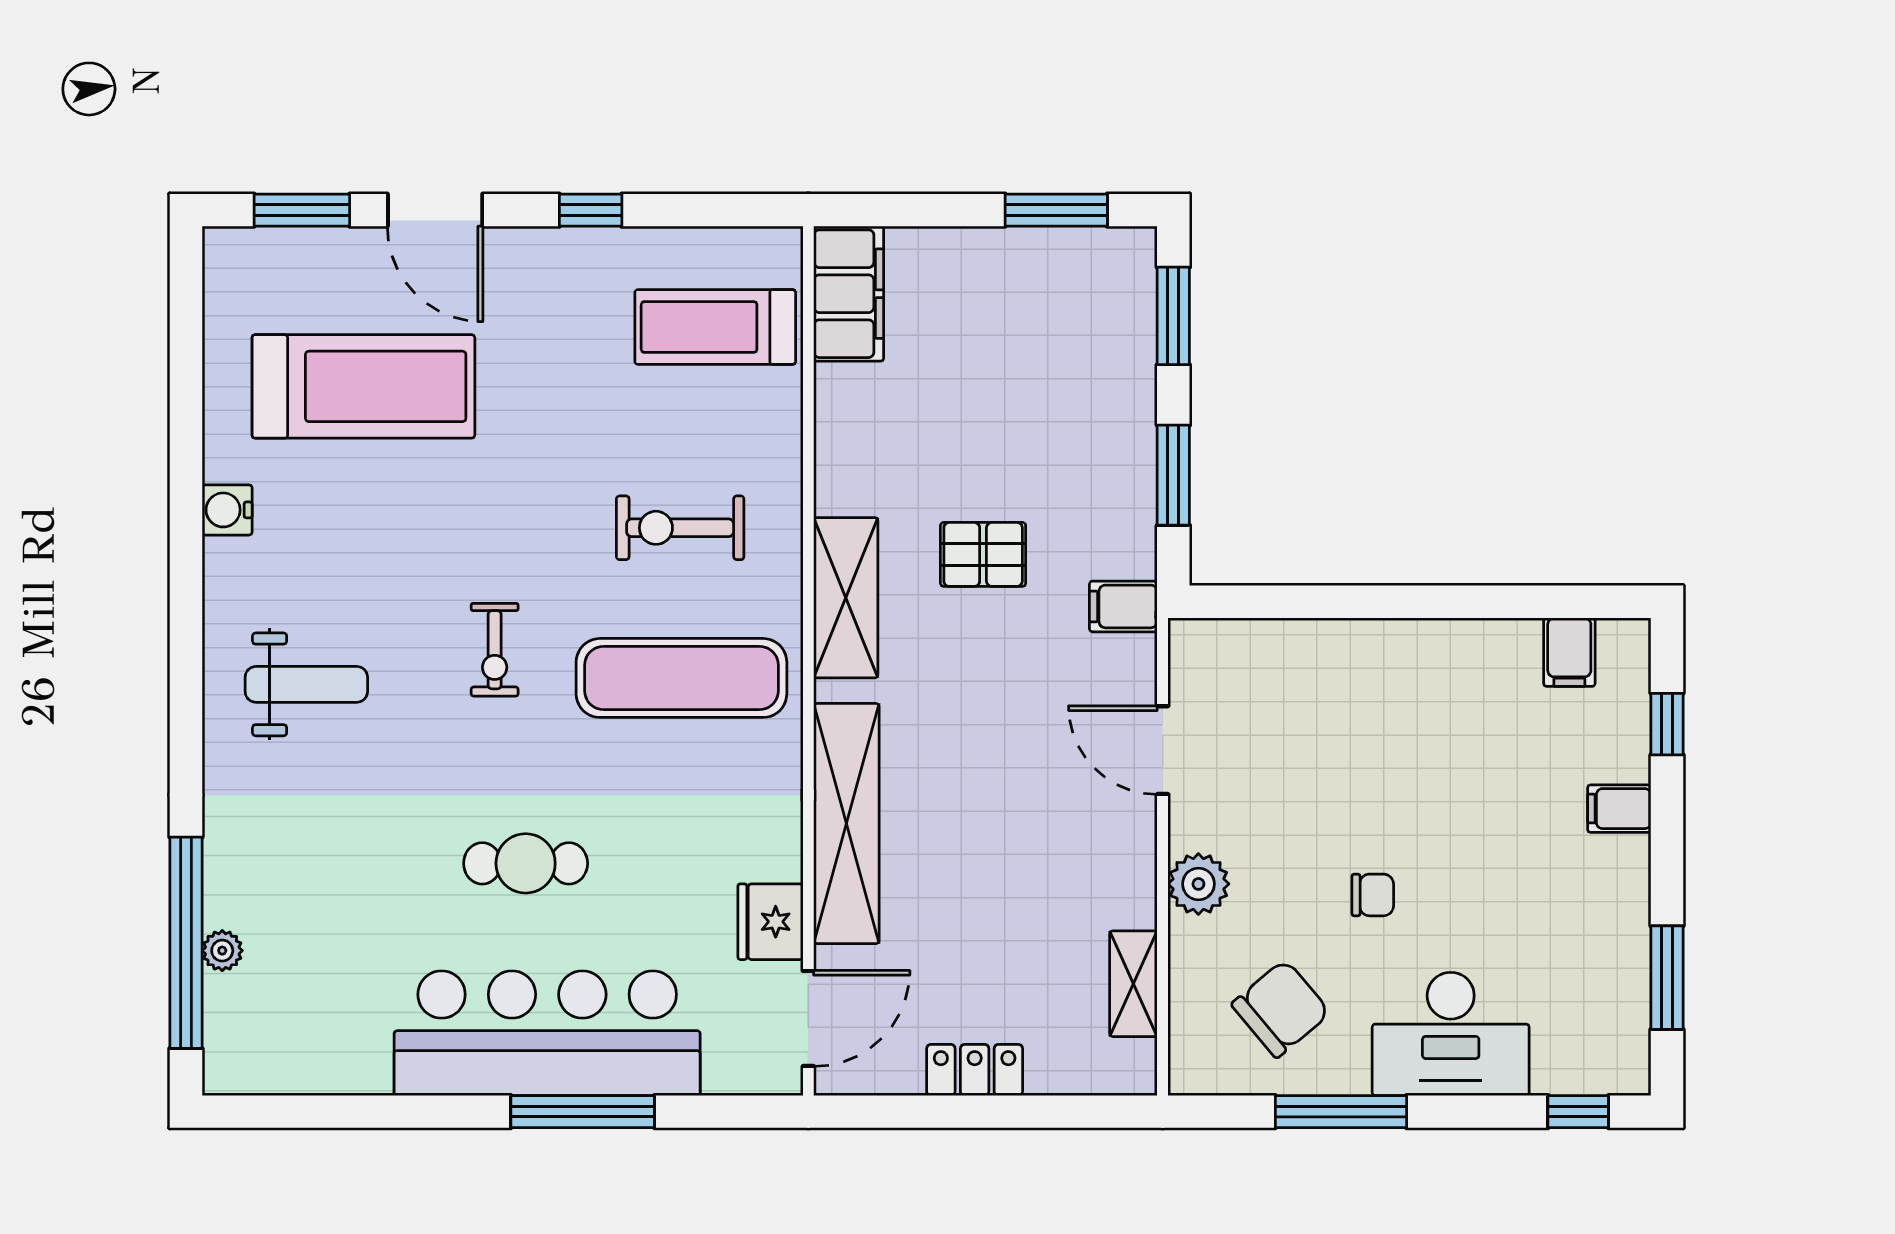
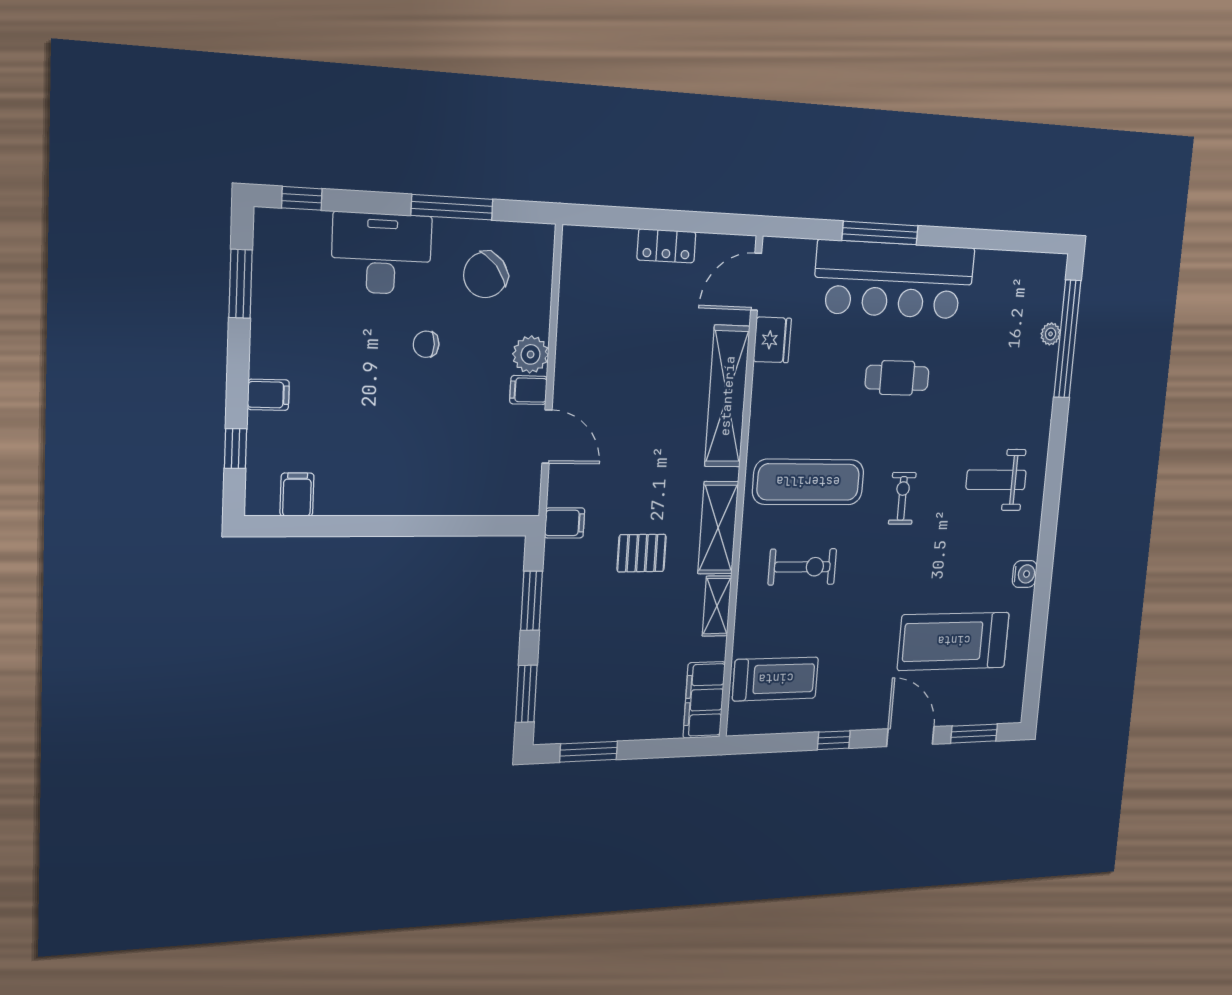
filing cabinet: (1199, 826) -> (528, 390), added
shelving: (1133, 984) -> (717, 606), moved

